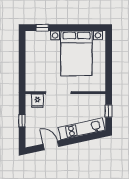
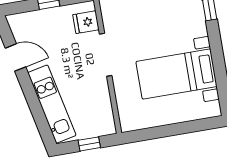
bed with nightstands: (77, 53) -> (176, 74), width x0.73
door: (51, 145) -> (15, 57), hinge flipped

